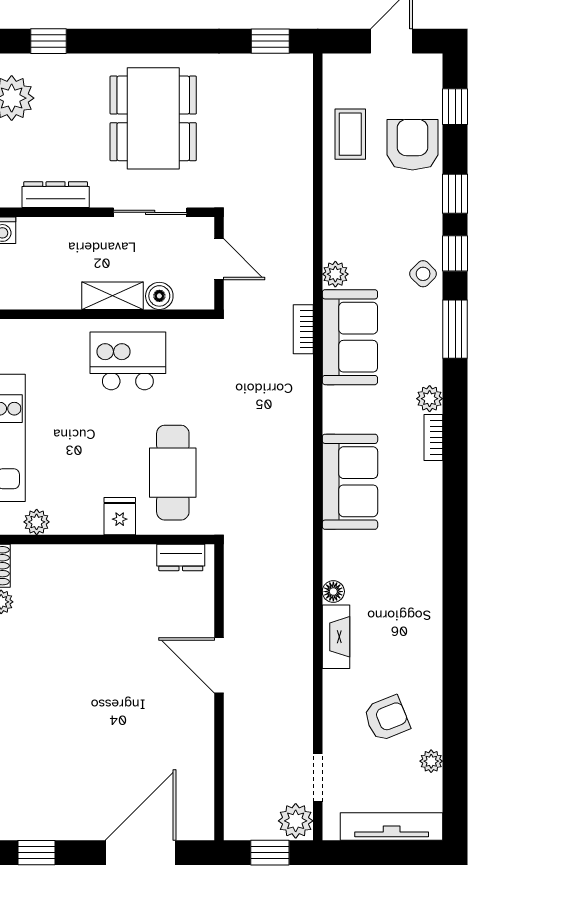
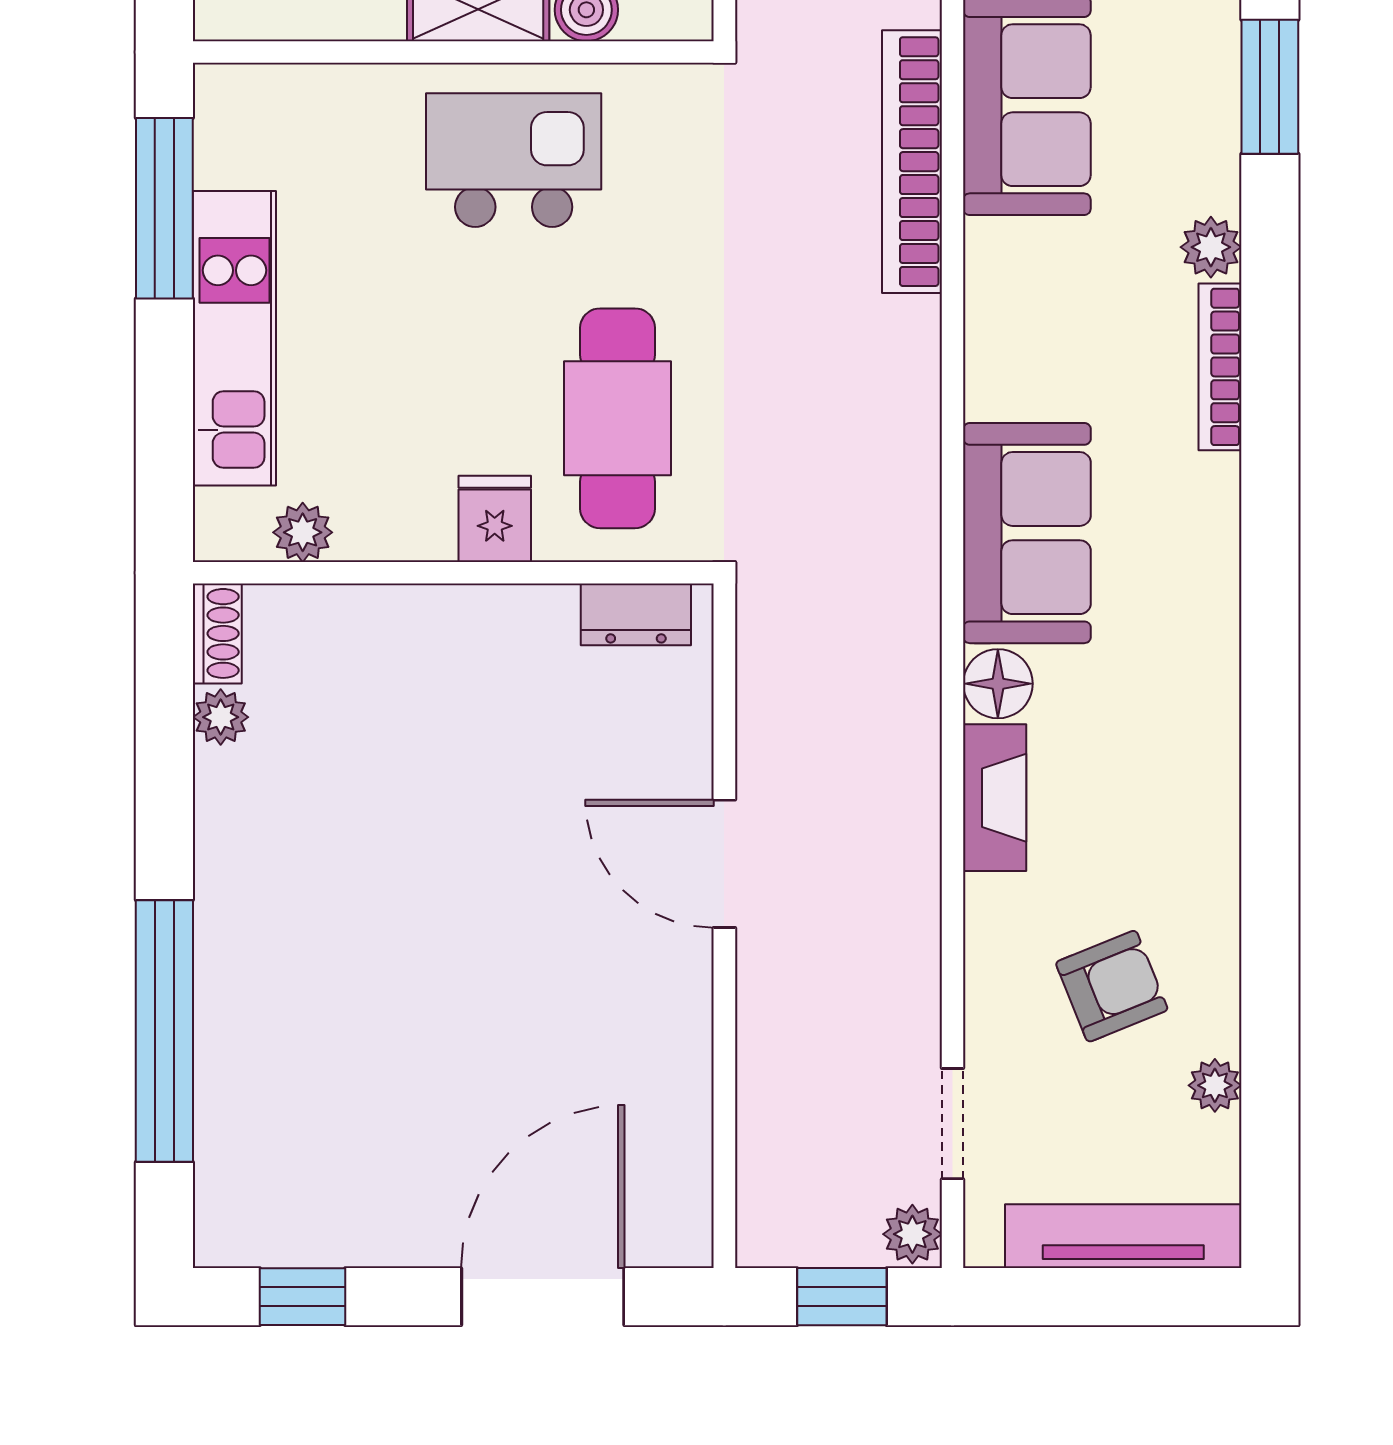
bookcase: (303, 329) -> (912, 162), width x2.31, depth x1.31
bookcase: (433, 437) -> (1220, 367), width x1.56
sofa: (350, 482) -> (1027, 533), moved
floor lamp: (333, 592) -> (998, 684), width x1.37, depth x1.37
plant: (296, 821) -> (912, 1234), width x0.73, depth x0.73

